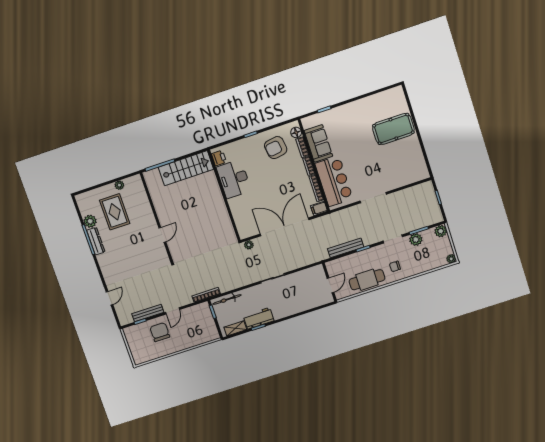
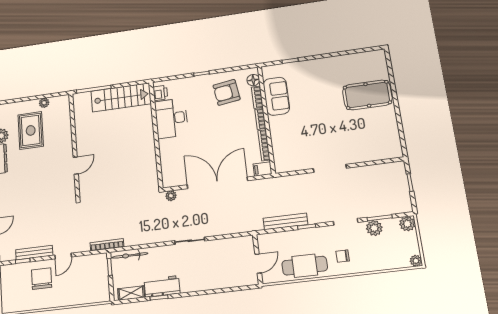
bar counter: (334, 181) -> (286, 141), removed

